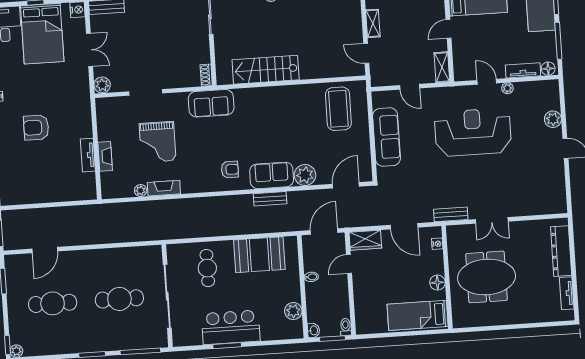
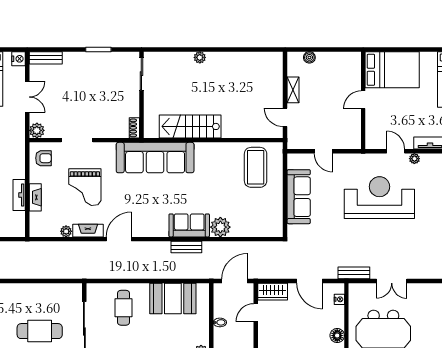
shelving: (442, 67) -> (355, 135), removed
sofa: (211, 103) -> (155, 158), width x1.85, depth x1.27
armchair: (230, 170) -> (43, 158), moved
door: (346, 185) -> (119, 239), moved

